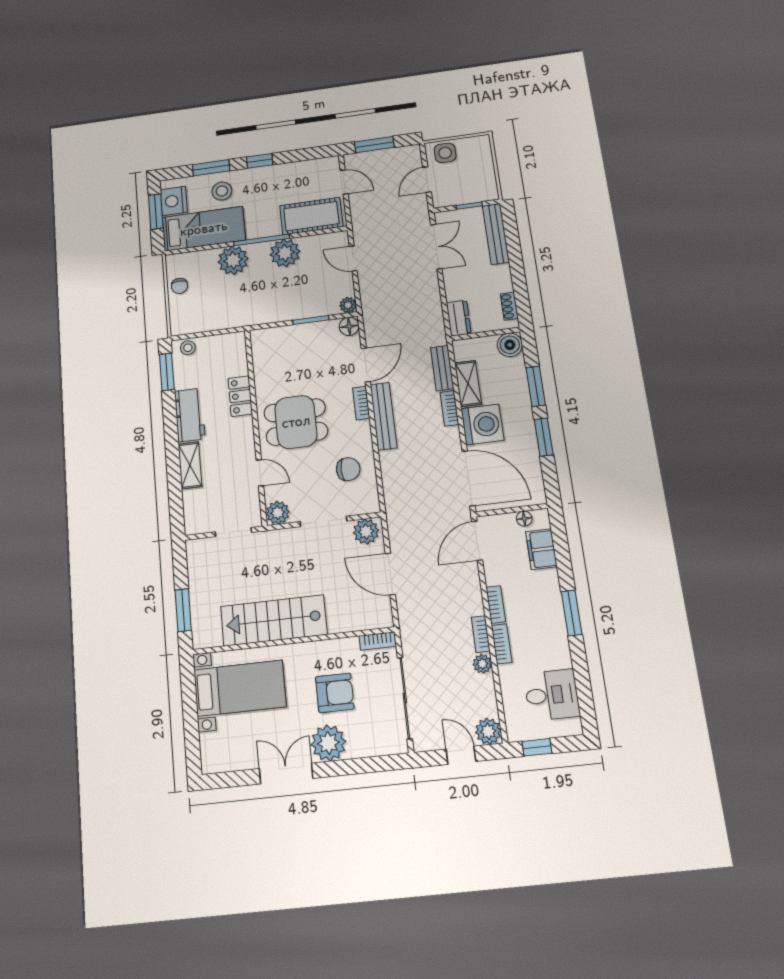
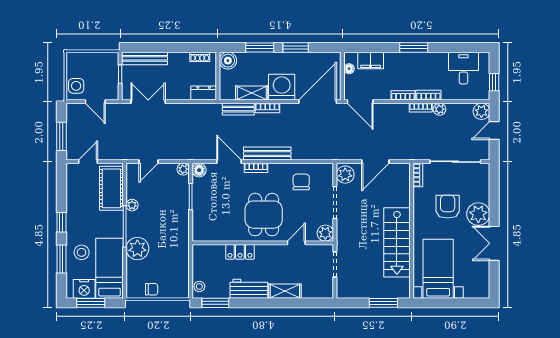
plant: (285, 253) -> (132, 205), width x0.53, depth x0.53

